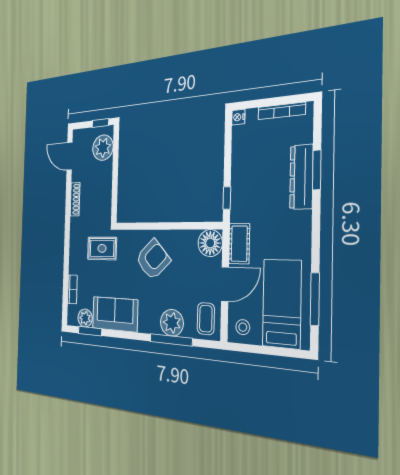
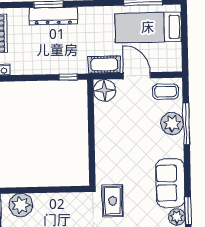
armchair: (153, 259) -> (120, 145), removed
stool: (243, 327) -> (169, 59), removed

